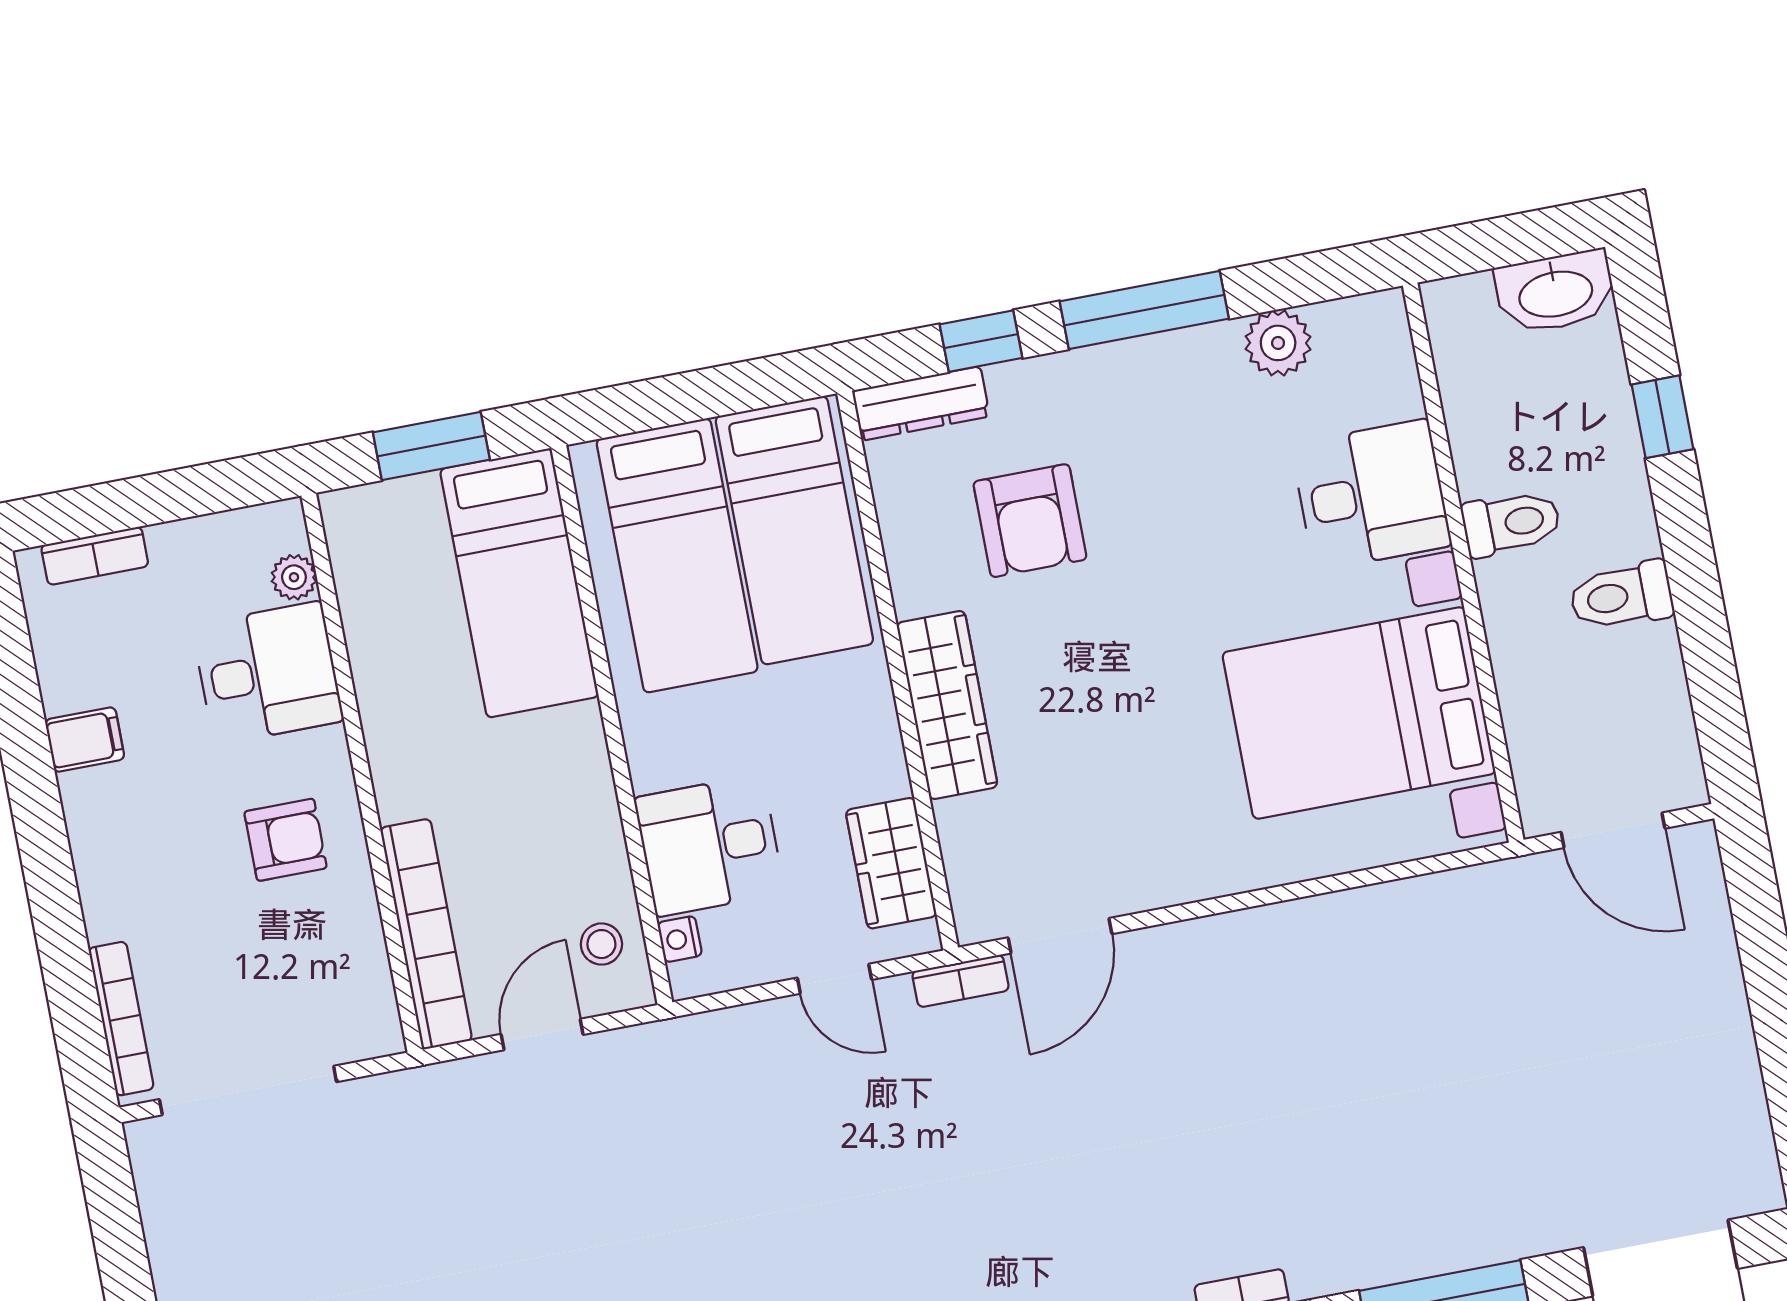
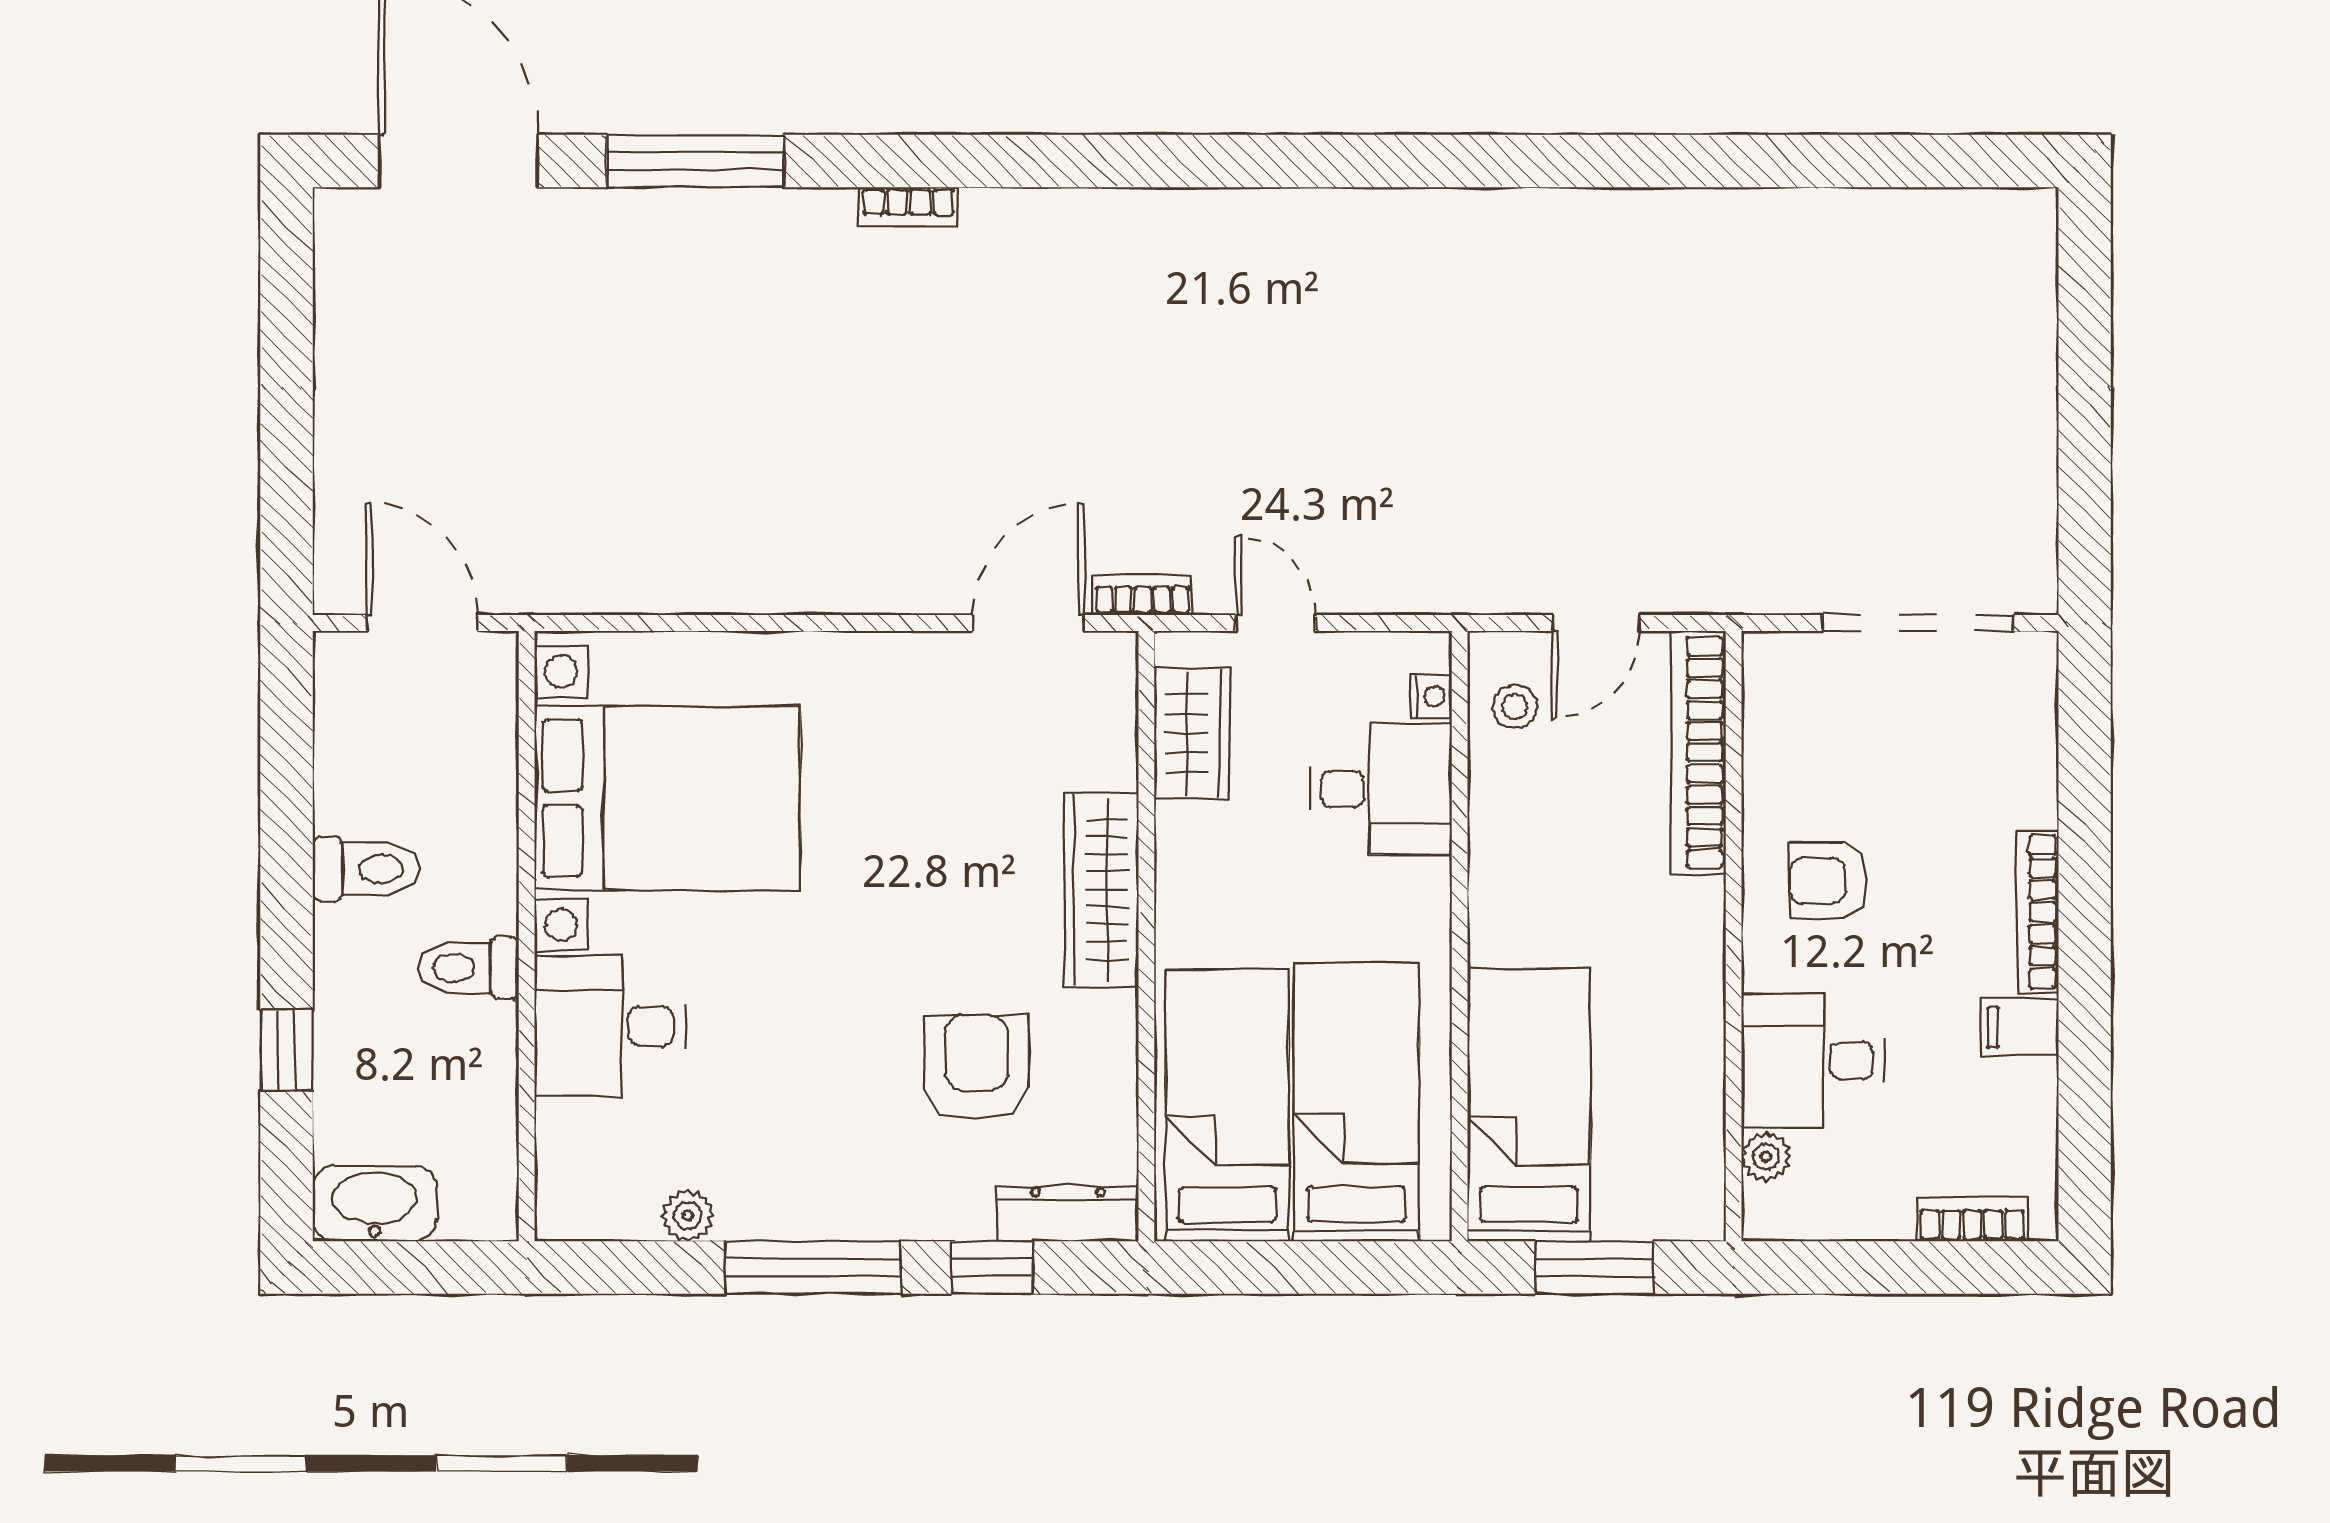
plant: (1278, 343) -> (688, 1215), width x0.73, depth x0.73
bookcase: (121, 1019) -> (2038, 912), moved

